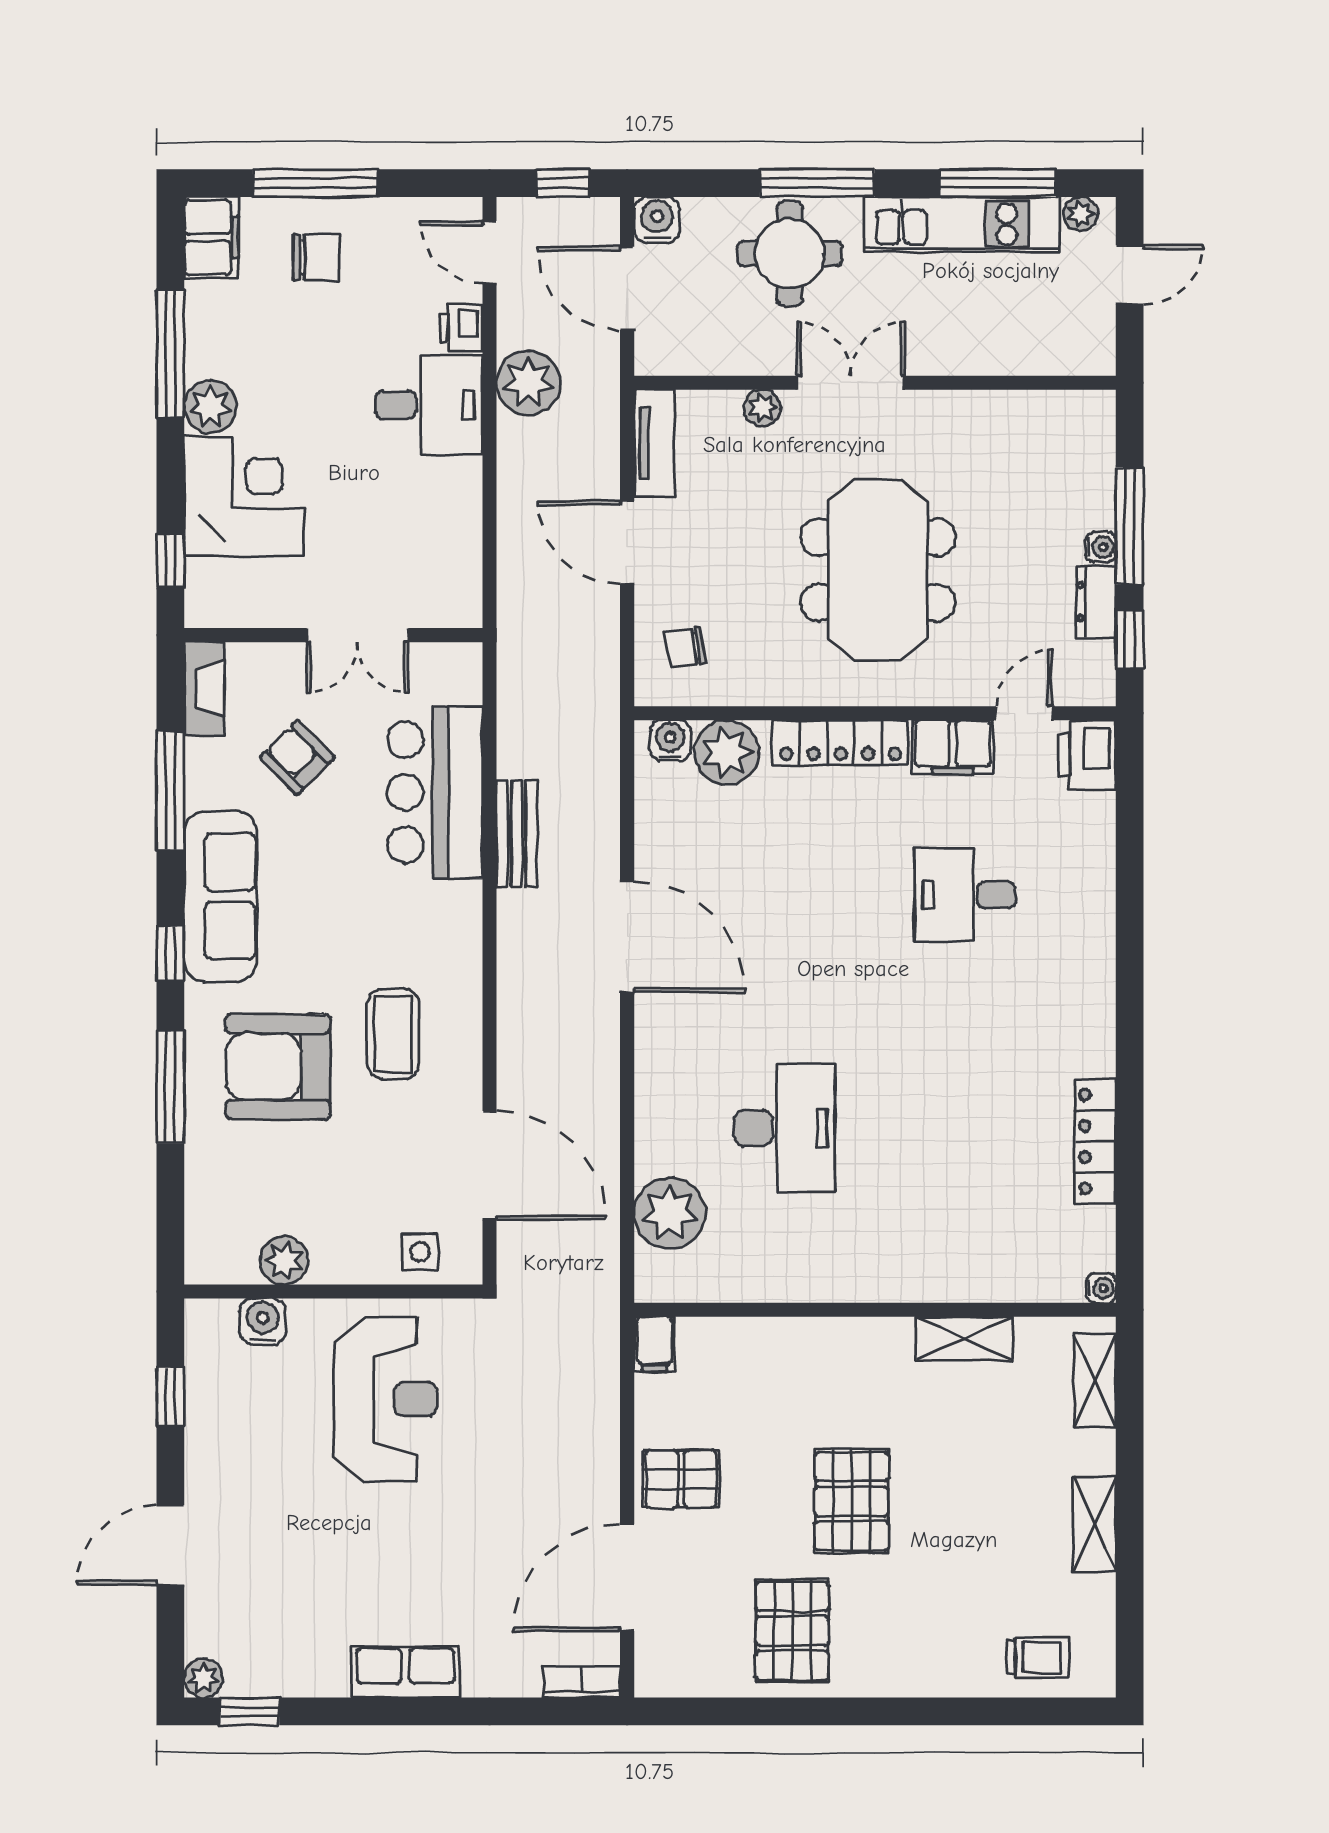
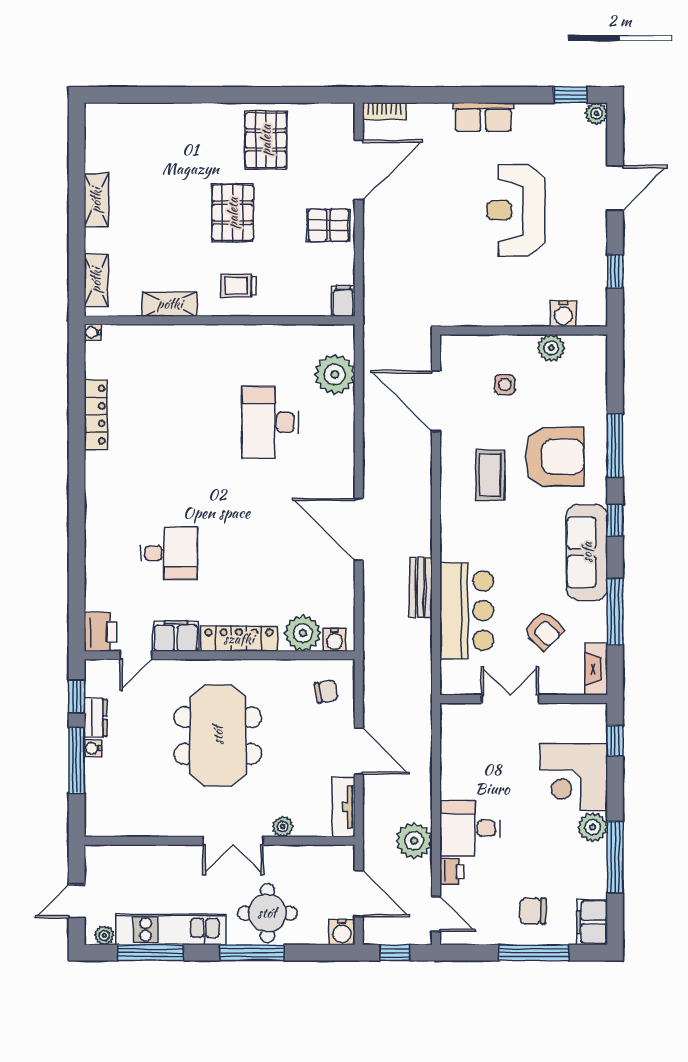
side table: (420, 1252) -> (505, 385), moved
reception desk: (386, 1399) -> (516, 210), moved
trolley: (1038, 1657) -> (239, 286), moved

